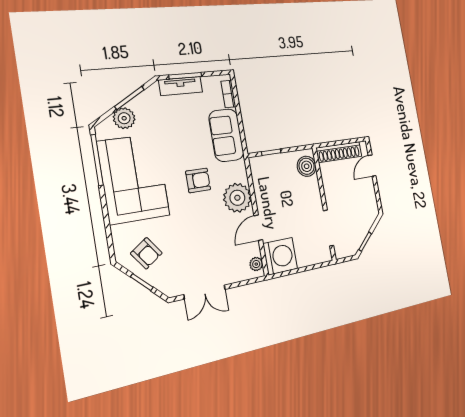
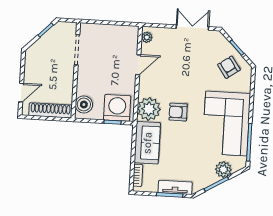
plant: (237, 198) -> (149, 109), moved
washing machine: (280, 256) -> (117, 108), moved, turned 90

